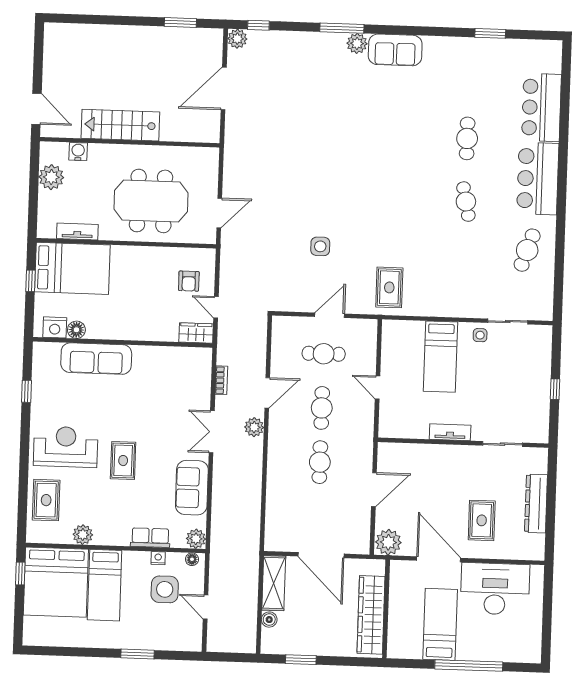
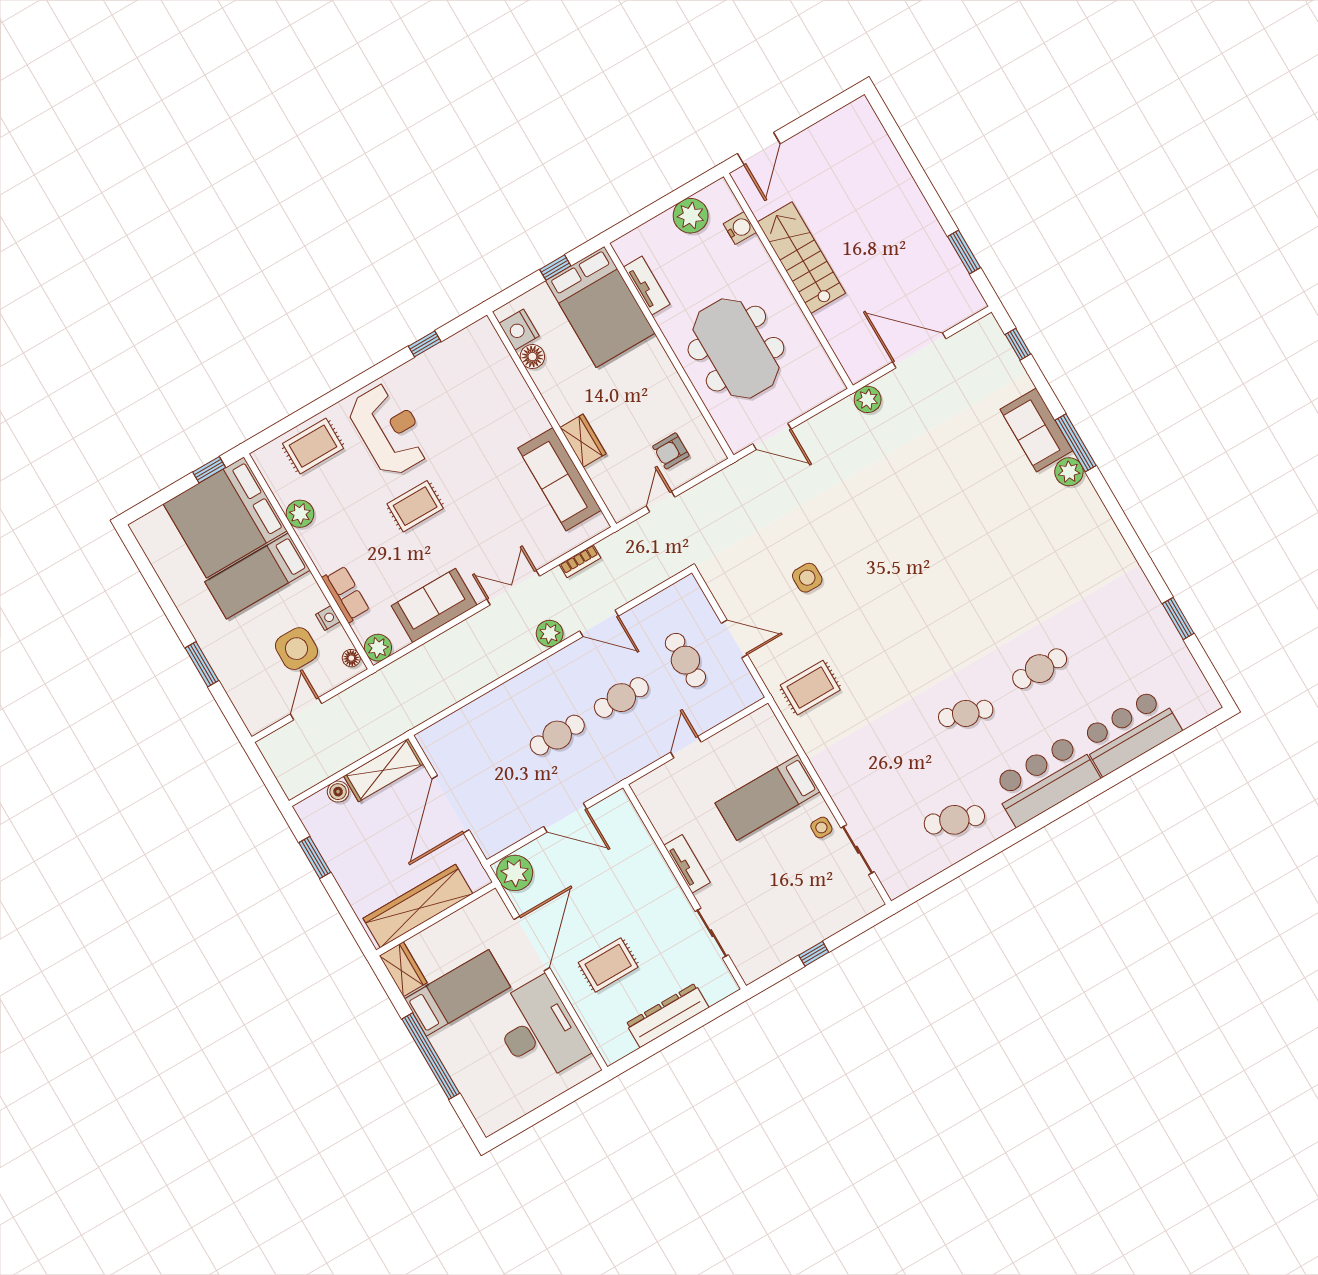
plant: (237, 39) -> (868, 399), moved
sofa: (395, 50) -> (1036, 430), moved
cafe table: (466, 202) -> (966, 713), turned 30
wardrobe: (196, 333) -> (583, 441), moved
sofa: (96, 359) -> (560, 479), moved
wardrobe: (404, 649) -> (403, 969), added

